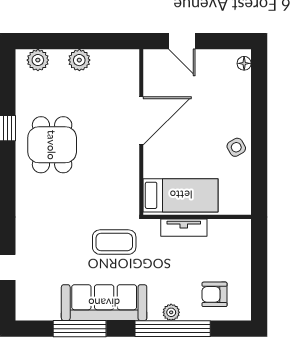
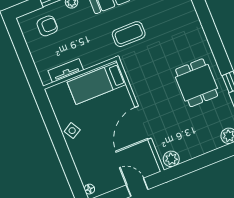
plant: (79, 60) -> (171, 159), moved
tv unit: (184, 228) -> (66, 70), moved

